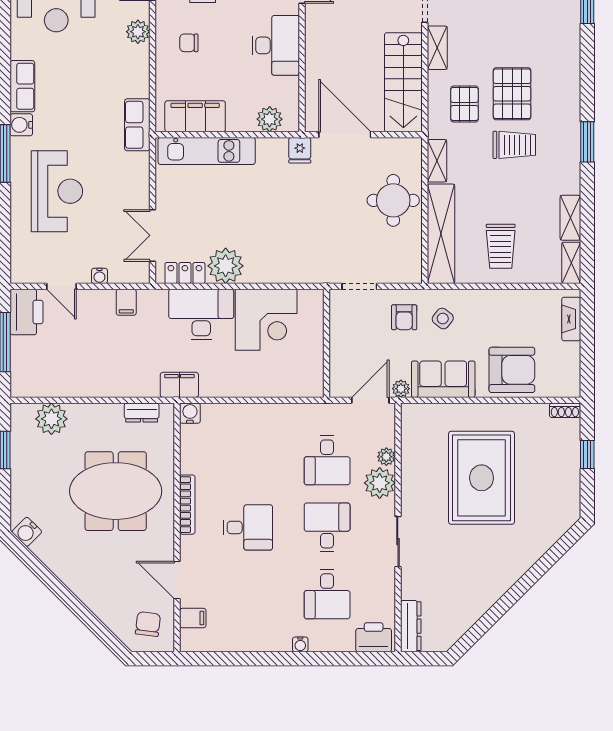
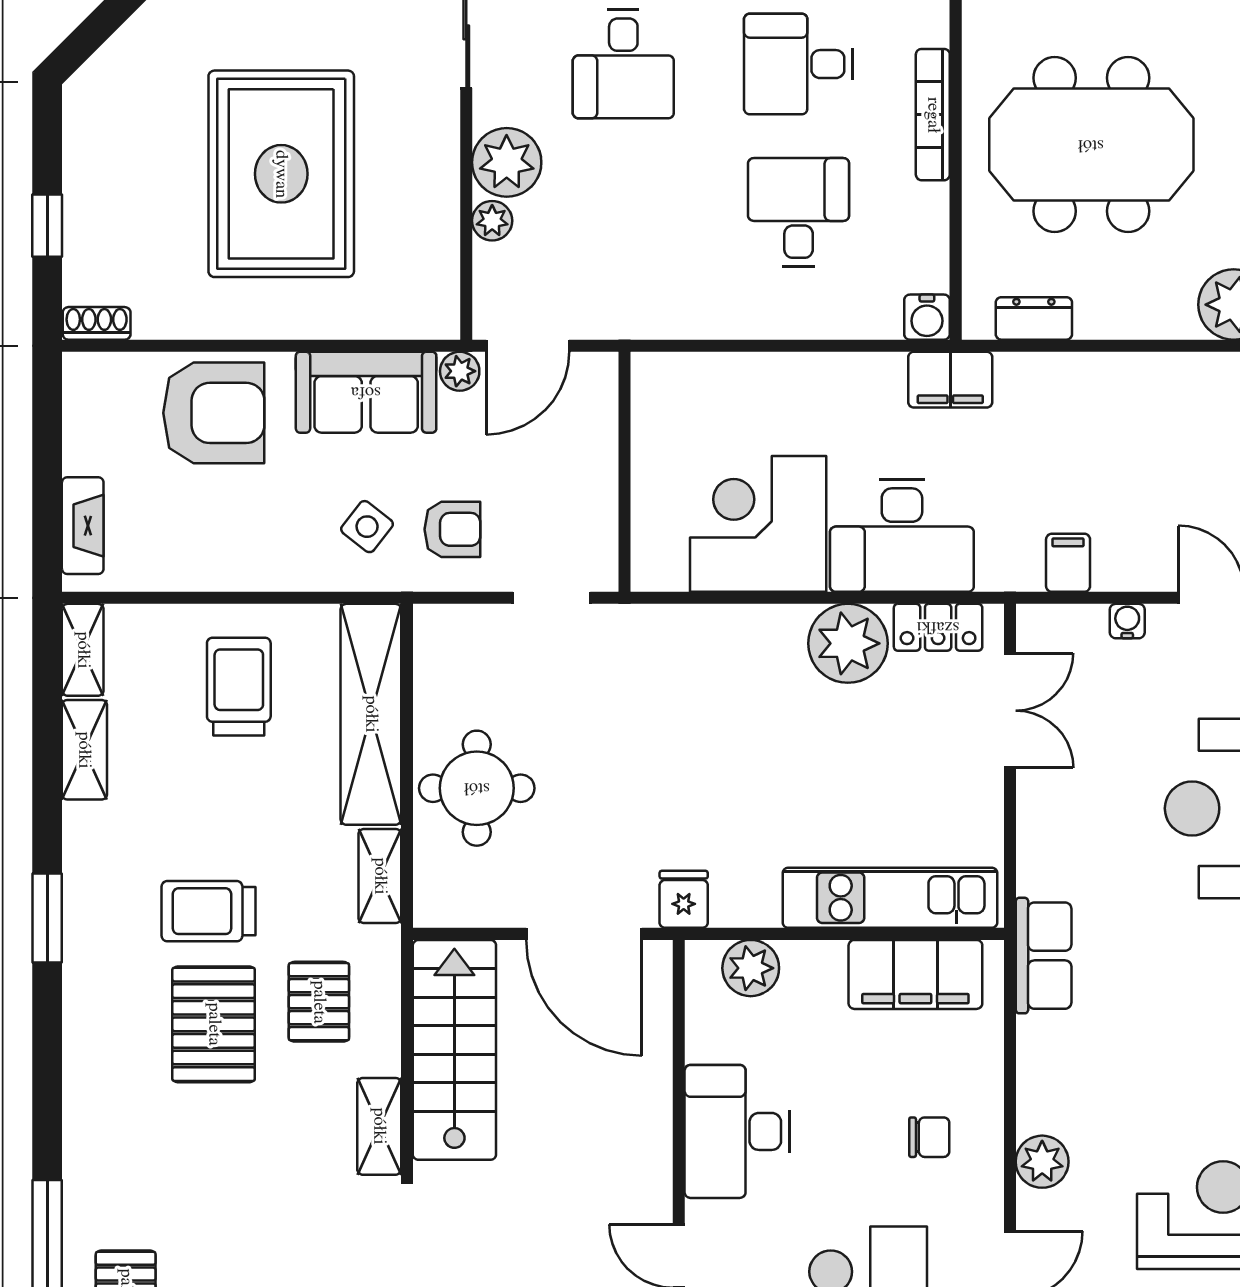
armchair: (404, 317) -> (452, 529), turned 90
armchair: (512, 370) -> (214, 413), turned 180
desk: (327, 460) -> (799, 212), moved

